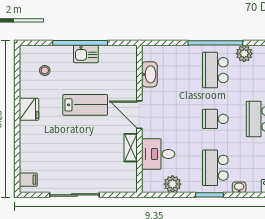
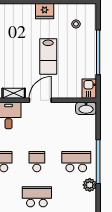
kitchen sink: (86, 54) -> (89, 89), moved
washbasin: (149, 74) -> (86, 108), moved

